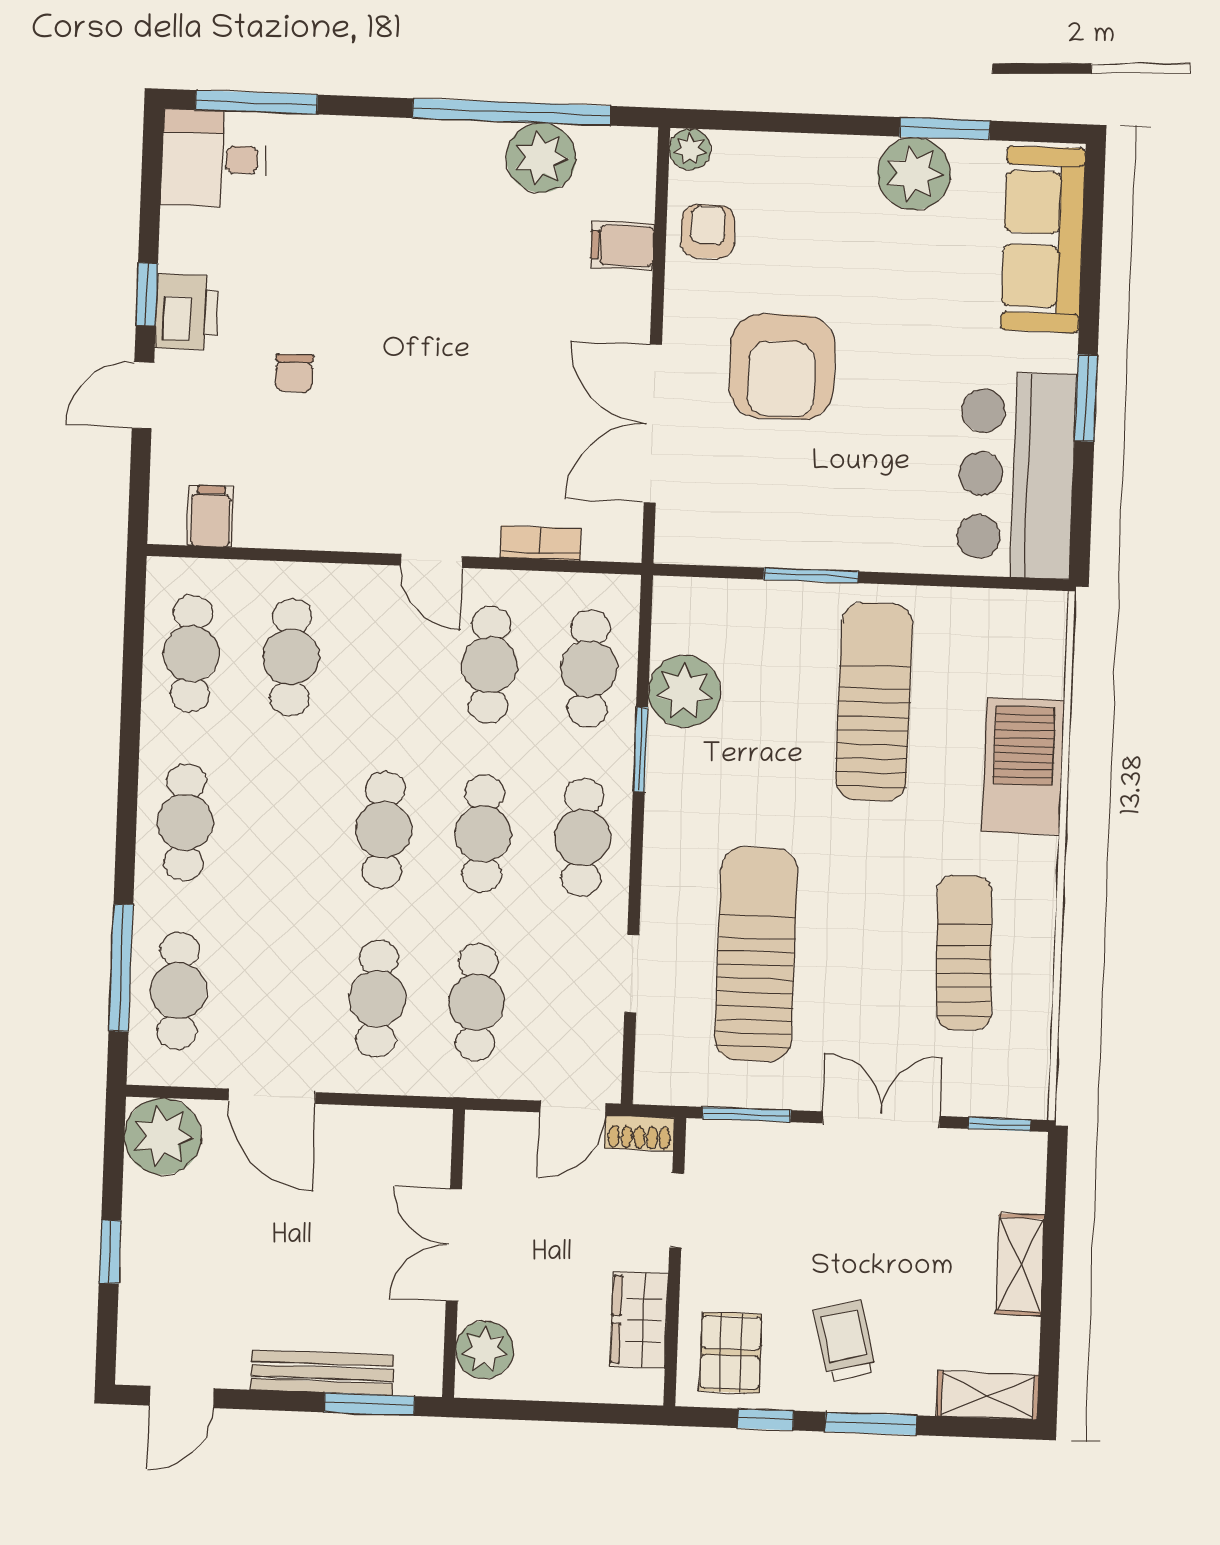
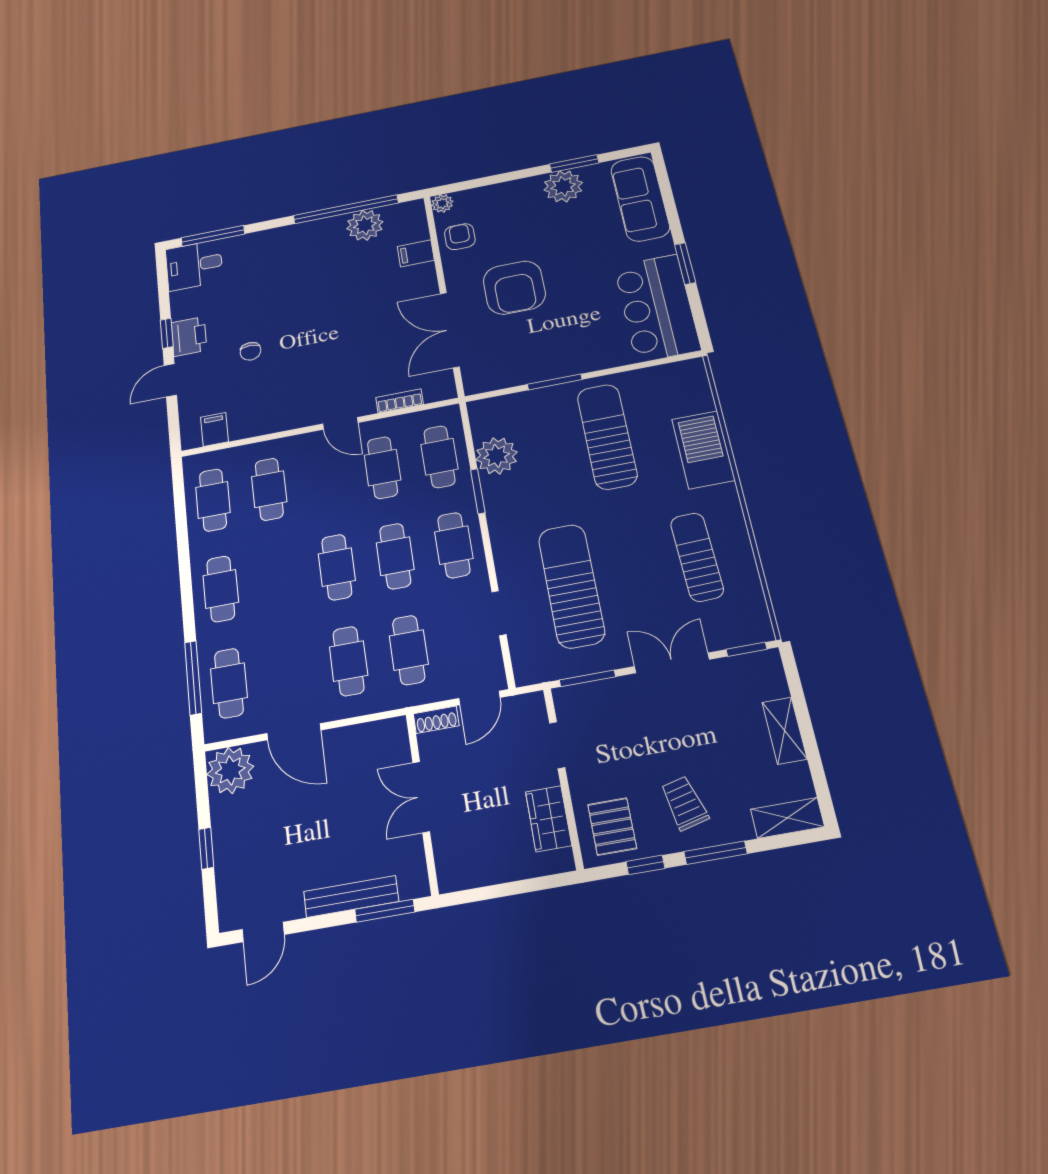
shoe rack: (639, 1133) -> (436, 720), moved
plant: (485, 1350) -> (453, 859), removed

